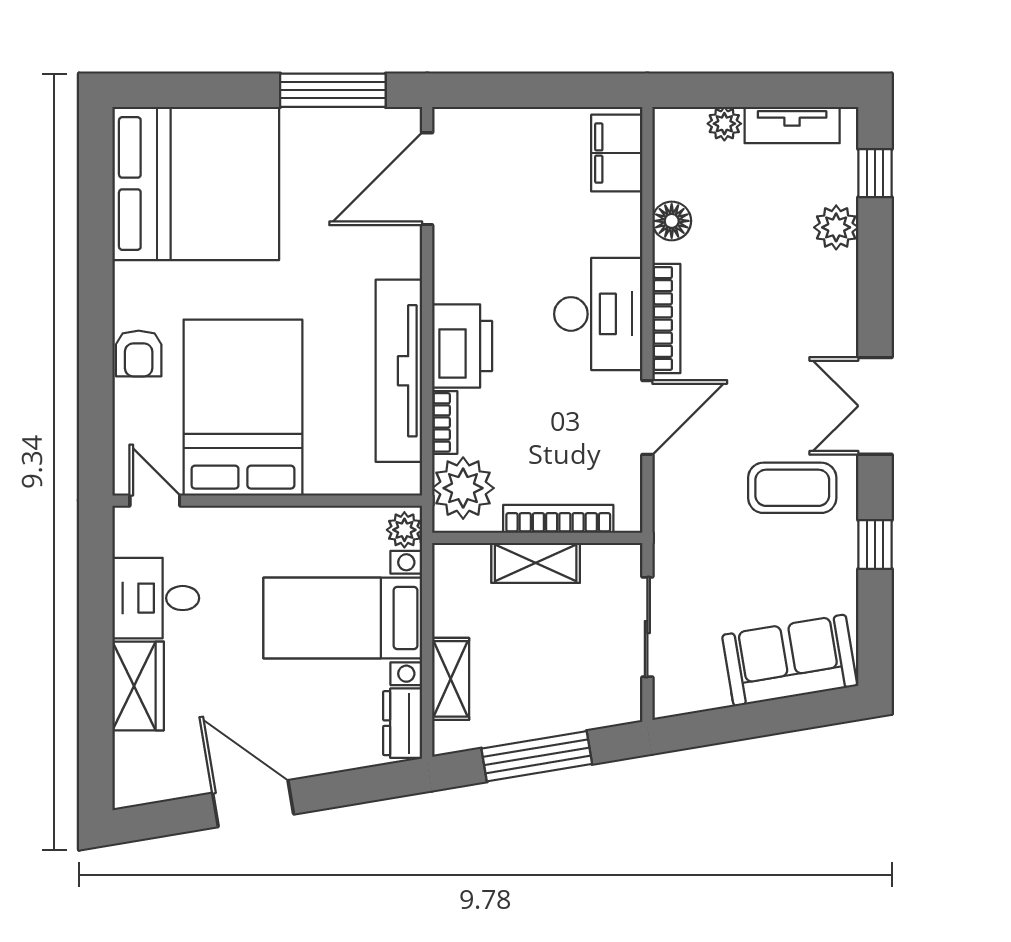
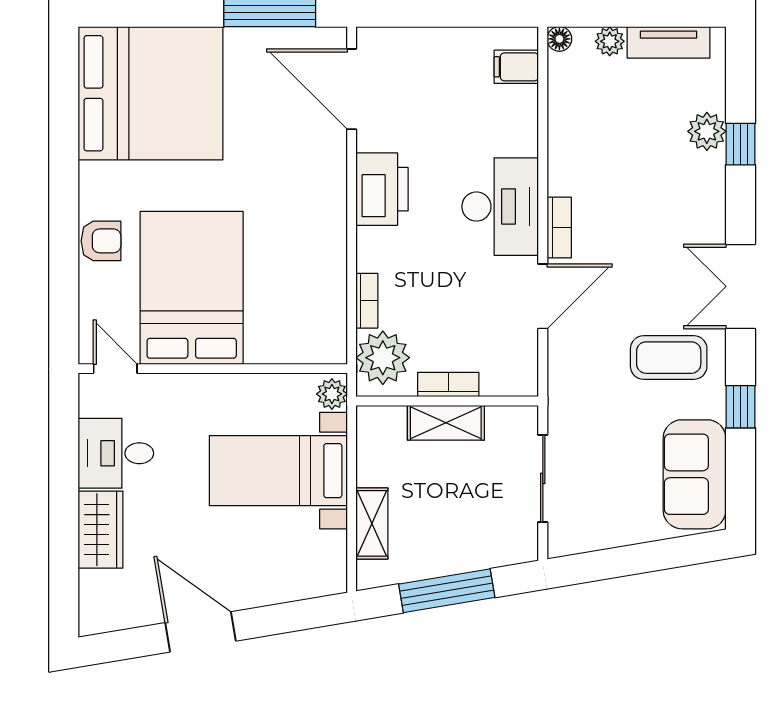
filing cabinet: (617, 153) -> (516, 67), width x0.50
window: (875, 173) -> (740, 144), moved
door: (427, 179) -> (352, 89), hinge flipped
floor lamp: (672, 221) -> (559, 39), moved, width x0.73, depth x0.73
bookcase: (666, 318) -> (559, 228), width x0.64
printer: (462, 346) -> (382, 189), moved
armchair: (139, 353) -> (101, 241), turned -90
tv unit: (399, 371) -> (327, 256), removed
bookcase: (558, 519) -> (448, 384), width x0.64
sofa: (790, 660) -> (695, 474), moved, turned -81
dresser: (403, 723) -> (330, 562), removed

